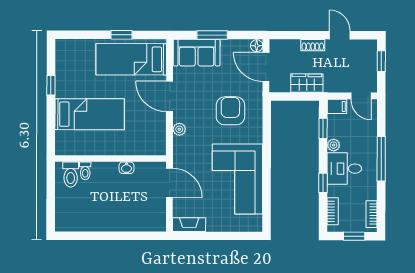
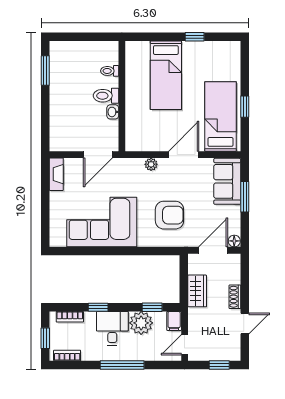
plant: (334, 145) -> (141, 323), width x1.88, depth x1.88
toilet: (71, 174) -> (106, 96), moved
window: (85, 236) -> (45, 70), added

